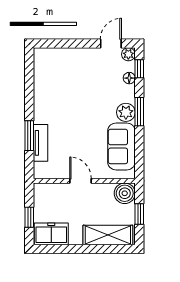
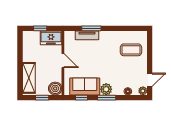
door: (111, 43) -> (150, 80), hinge flipped
window: (139, 69) -> (81, 98), moved
coffee table: (63, 73) -> (131, 50), added
door: (81, 181) -> (63, 61), hinge flipped
freezer: (51, 234) -> (51, 38), moved, turned 90

